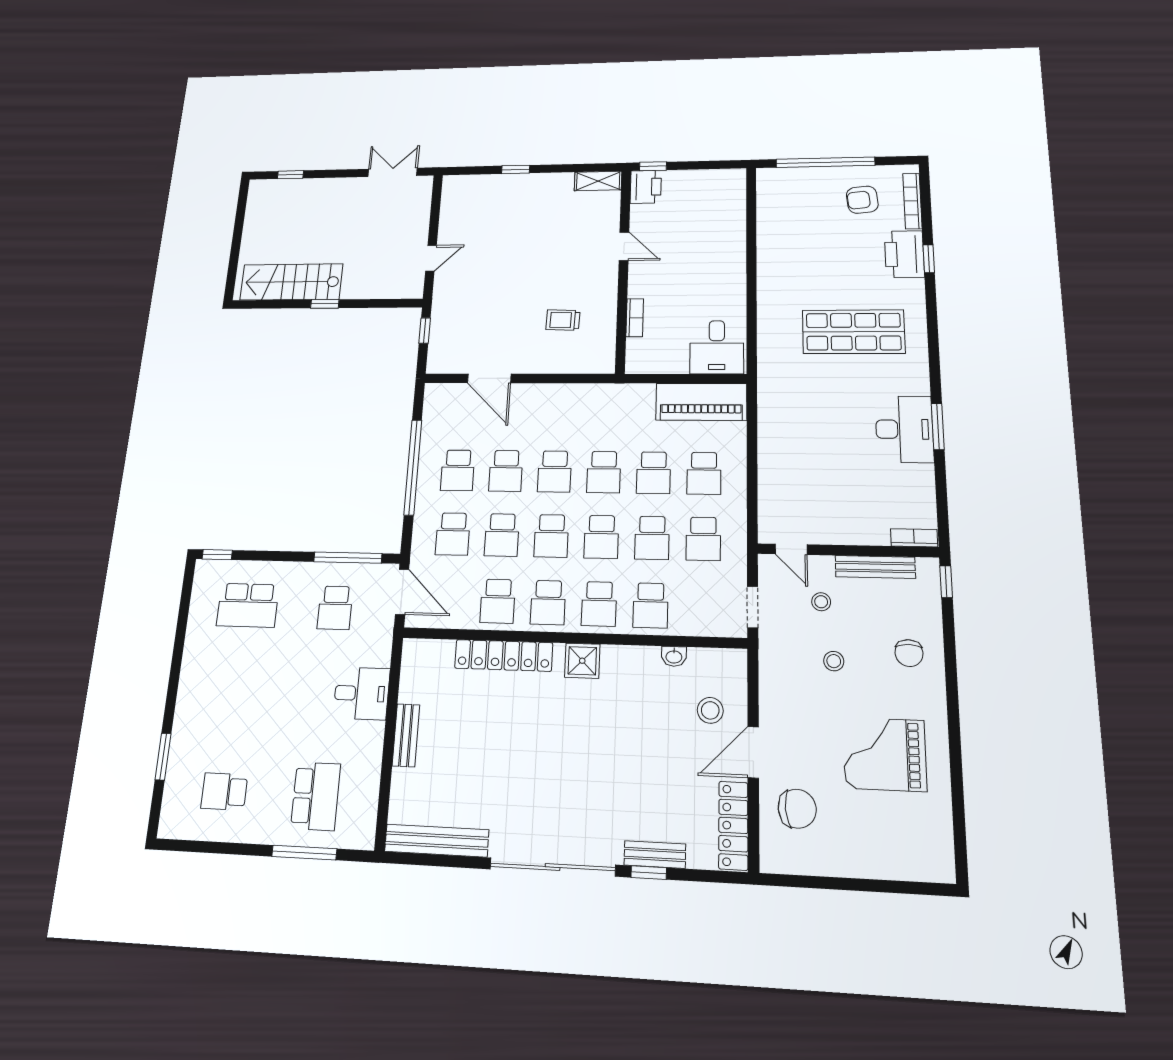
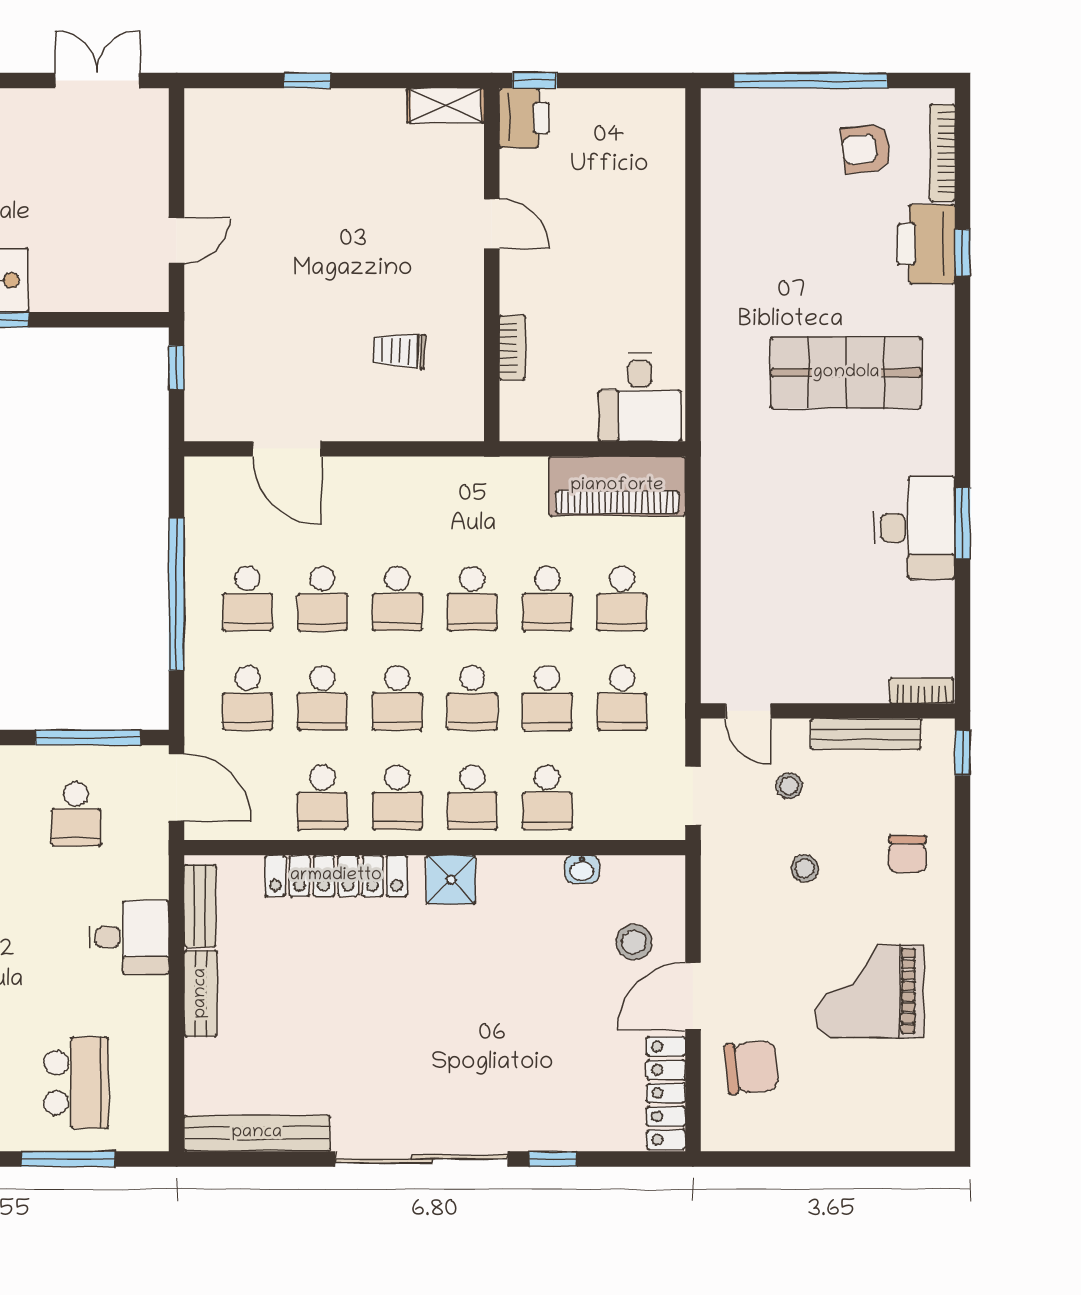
bench: (655, 855) -> (200, 906), moved, turned 90

